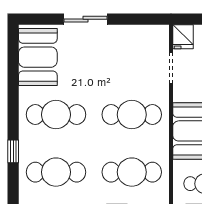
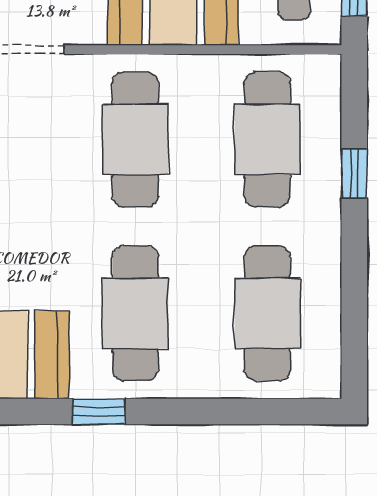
window: (13, 151) -> (99, 411), moved

